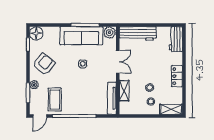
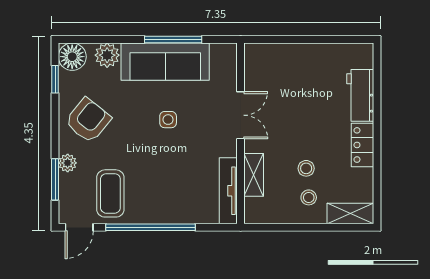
plant: (109, 33) -> (107, 55), moved
workbench: (138, 33) -> (282, 57), removed
workbench: (176, 39) -> (360, 95), moved

